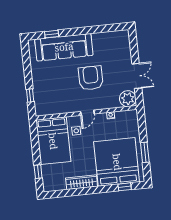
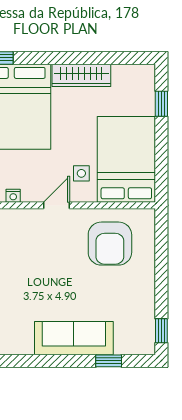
sofa: (64, 47) -> (74, 338), width x0.74, depth x0.79
armchair: (91, 78) -> (110, 244), moved
window: (30, 96) -> (161, 331), moved

